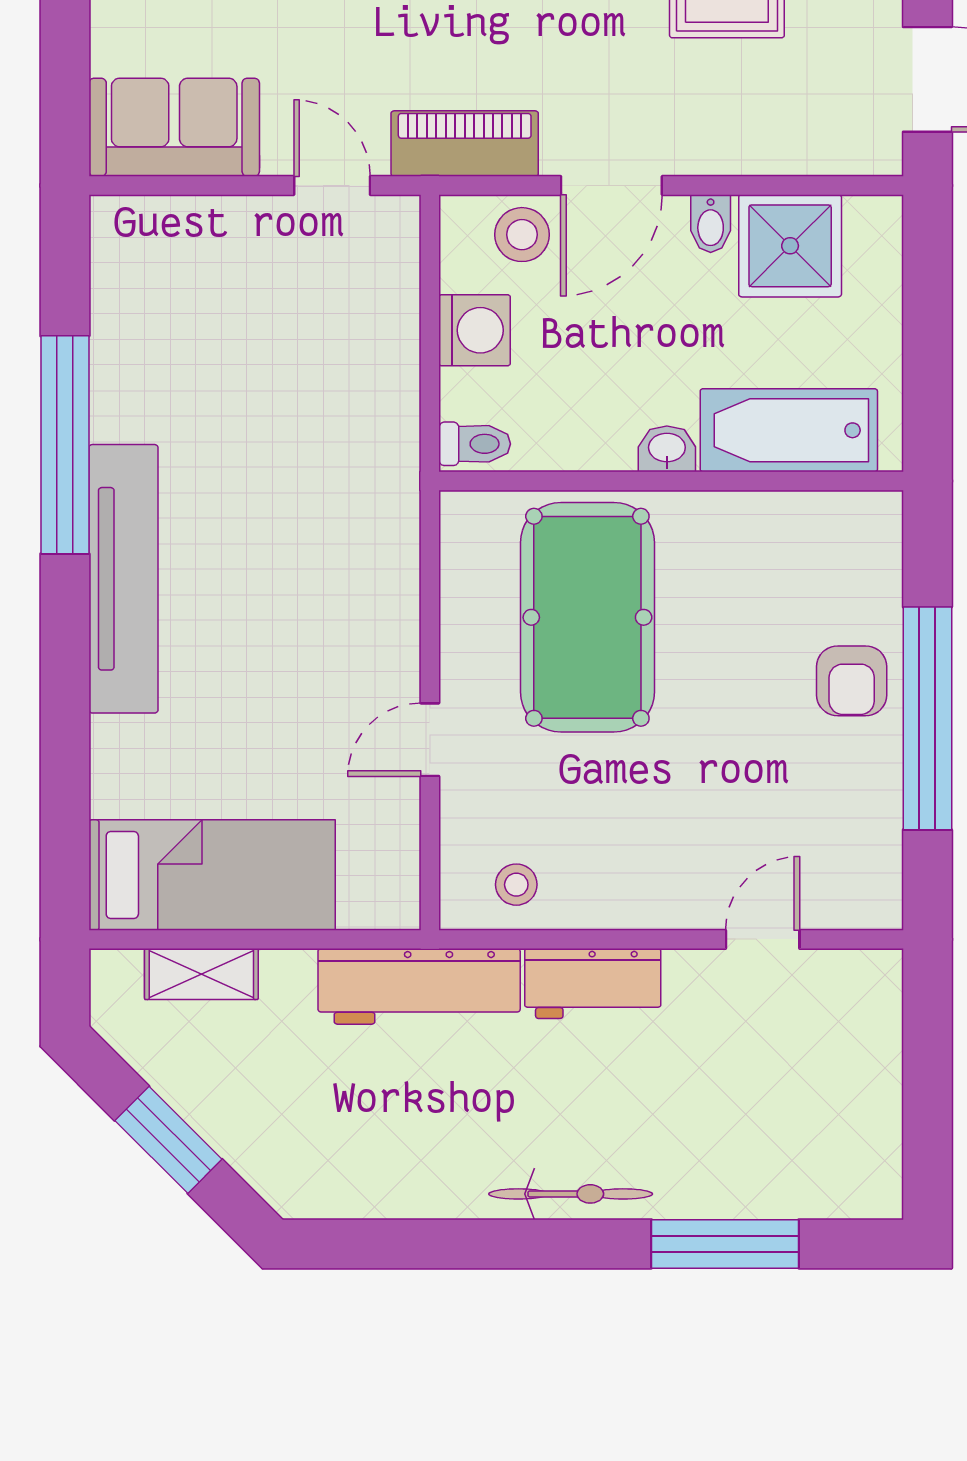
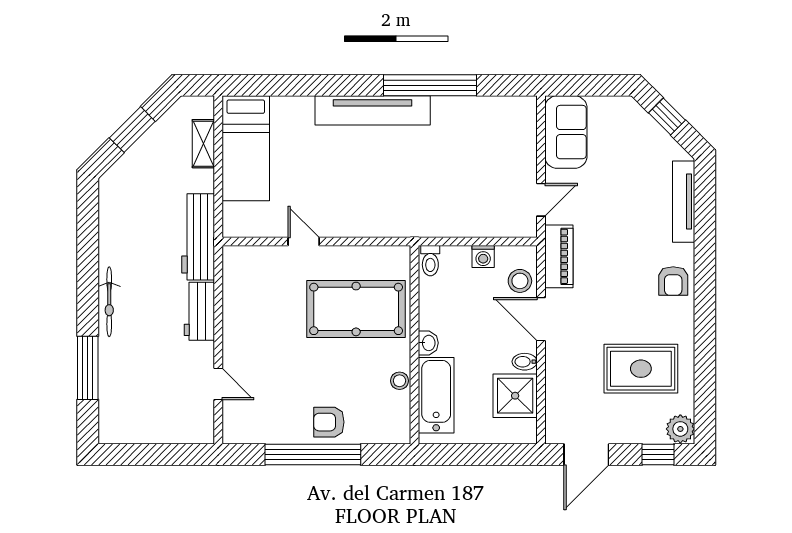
washing machine: (475, 330) -> (483, 256), width x0.73, depth x0.73
stool: (516, 885) -> (399, 381), moved

